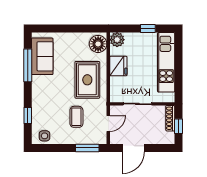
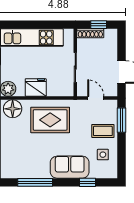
sofa: (42, 56) -> (70, 167), moved
coffee table: (76, 117) -> (103, 131), moved
side table: (45, 136) -> (103, 155), moved

